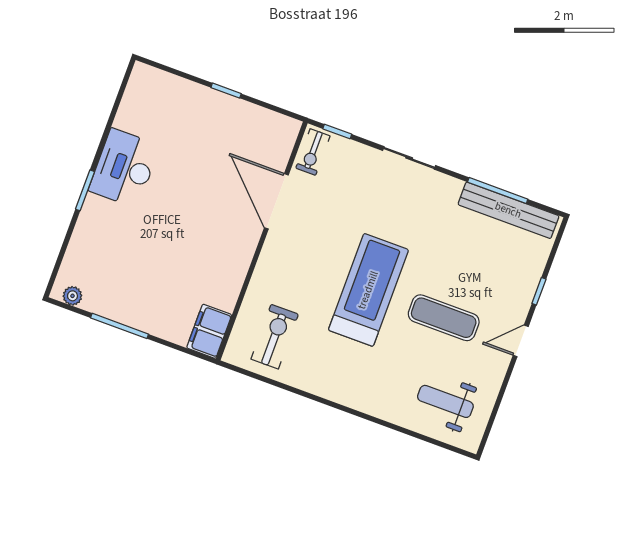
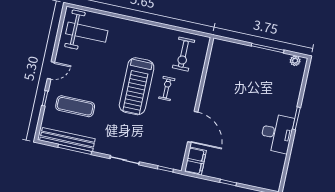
exercise bike: (313, 152) -> (167, 88), moved
exercise mat: (444, 318) -> (75, 106), moved
filing cabinet: (209, 331) -> (195, 161), moved
weight bench: (445, 401) -> (87, 32), width x1.36, depth x1.33

